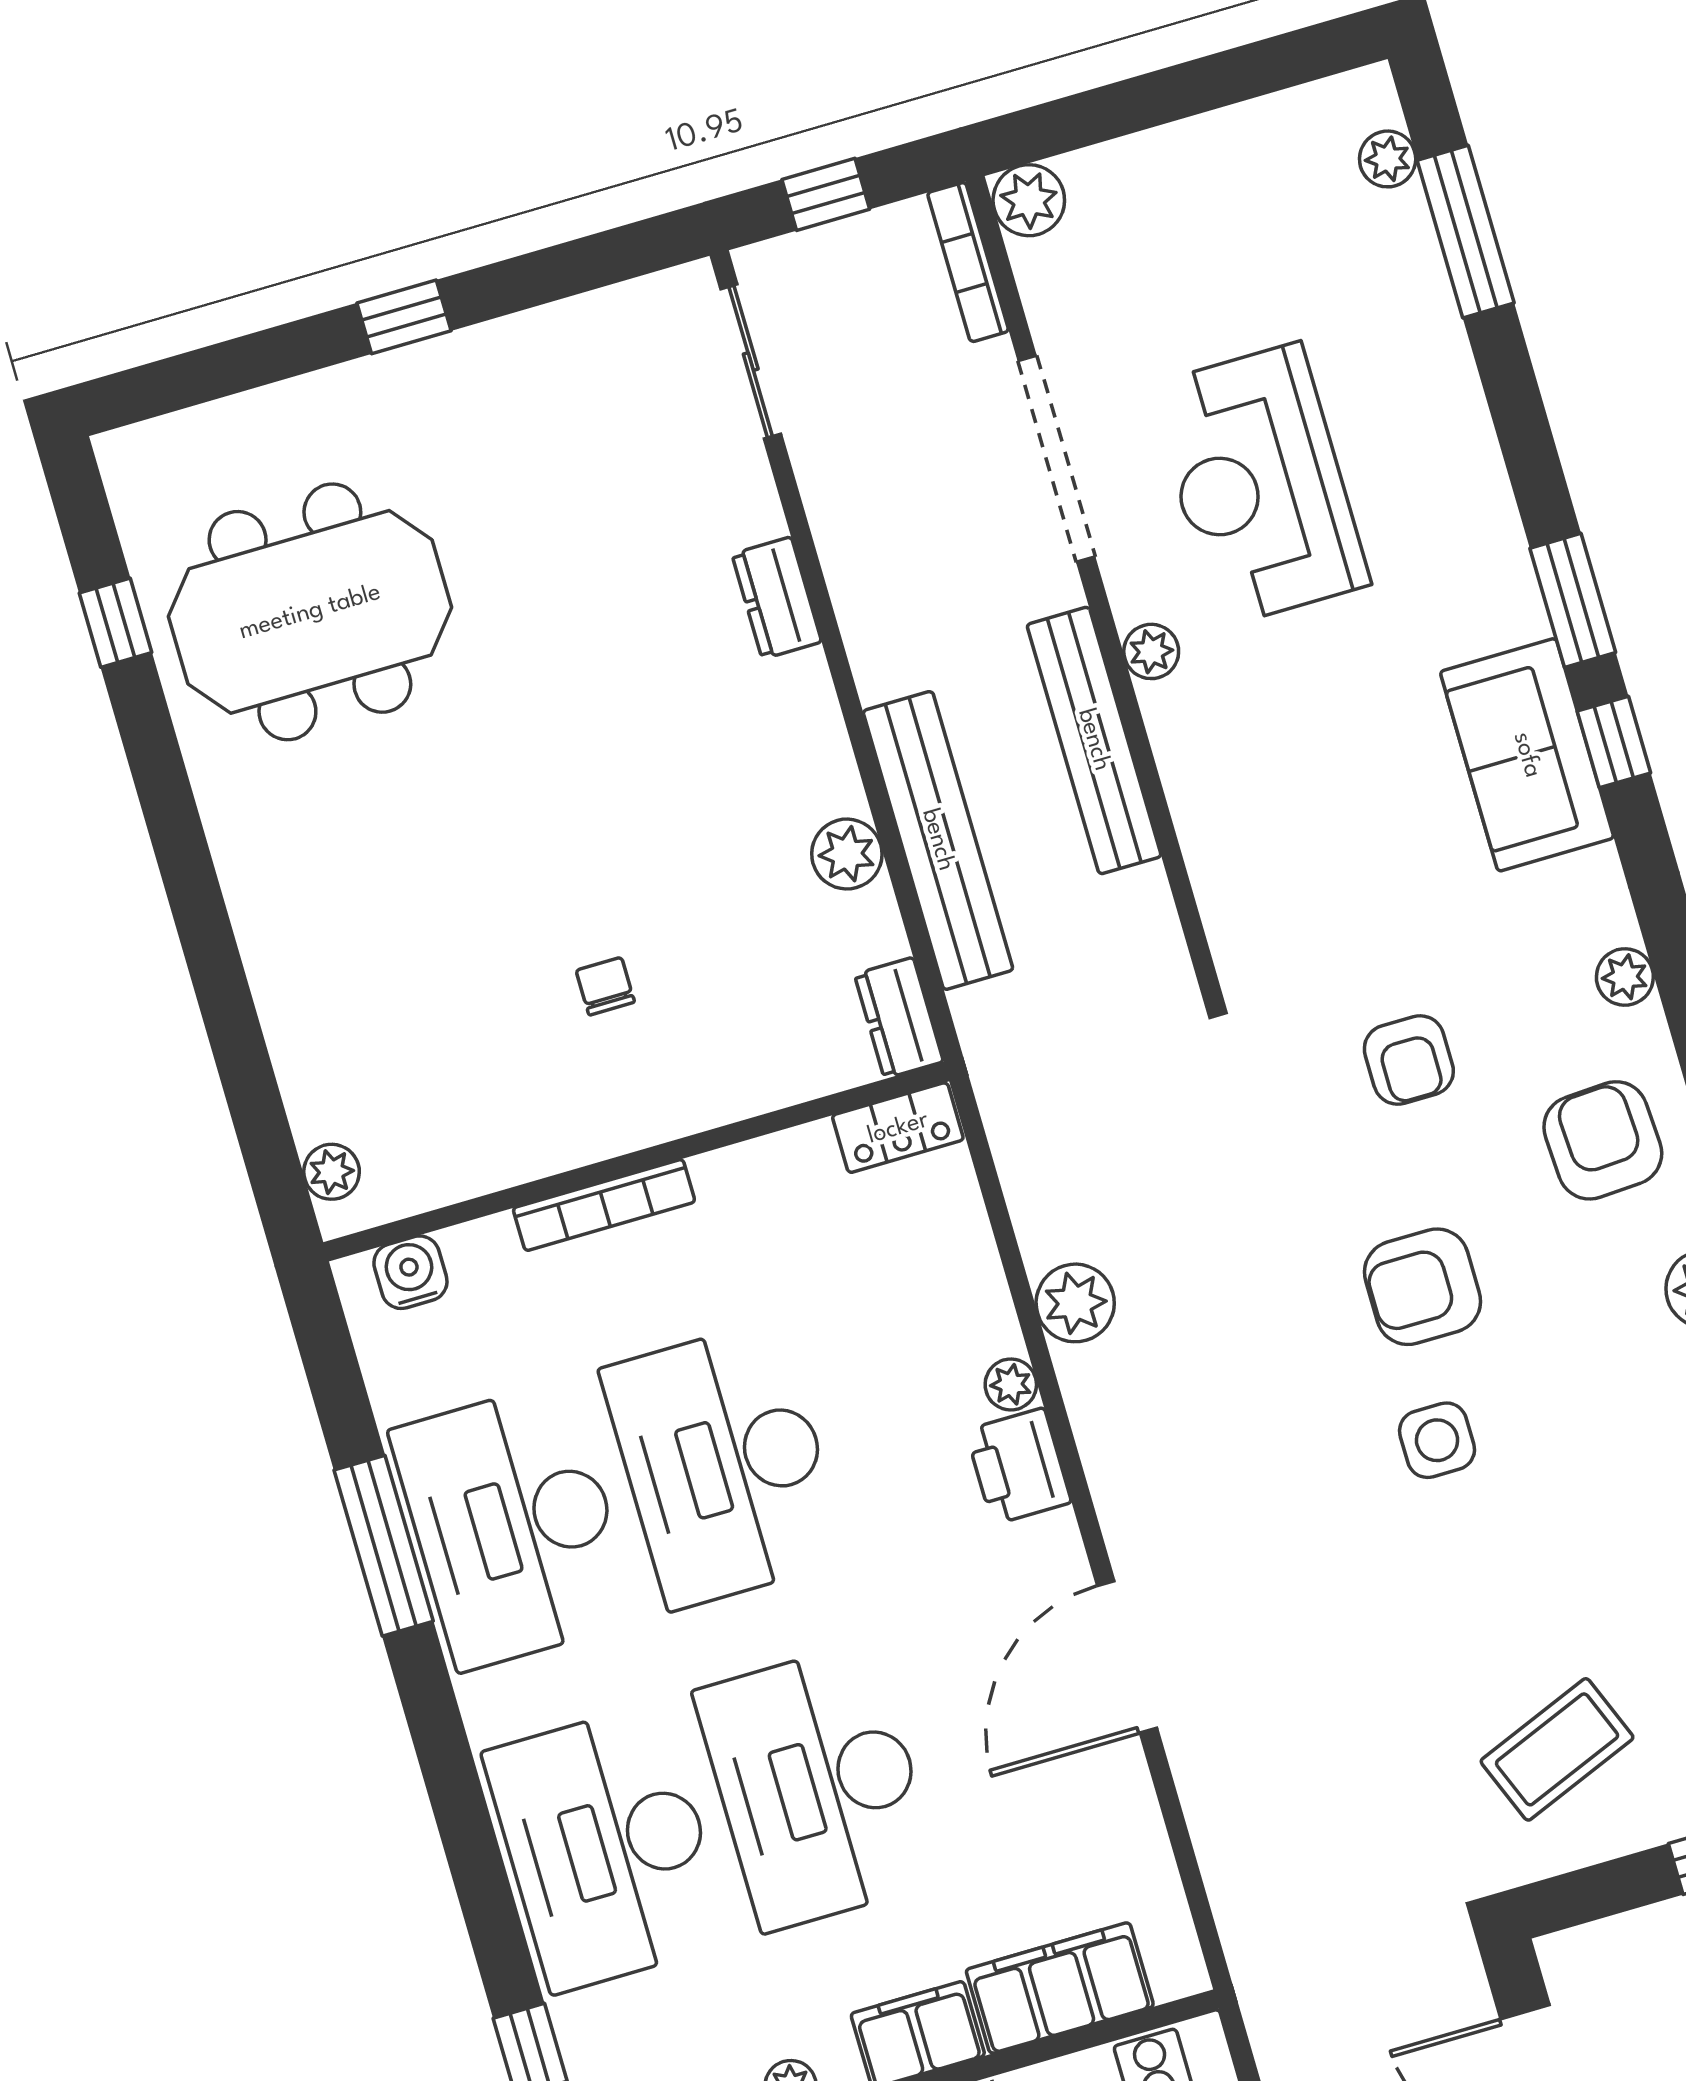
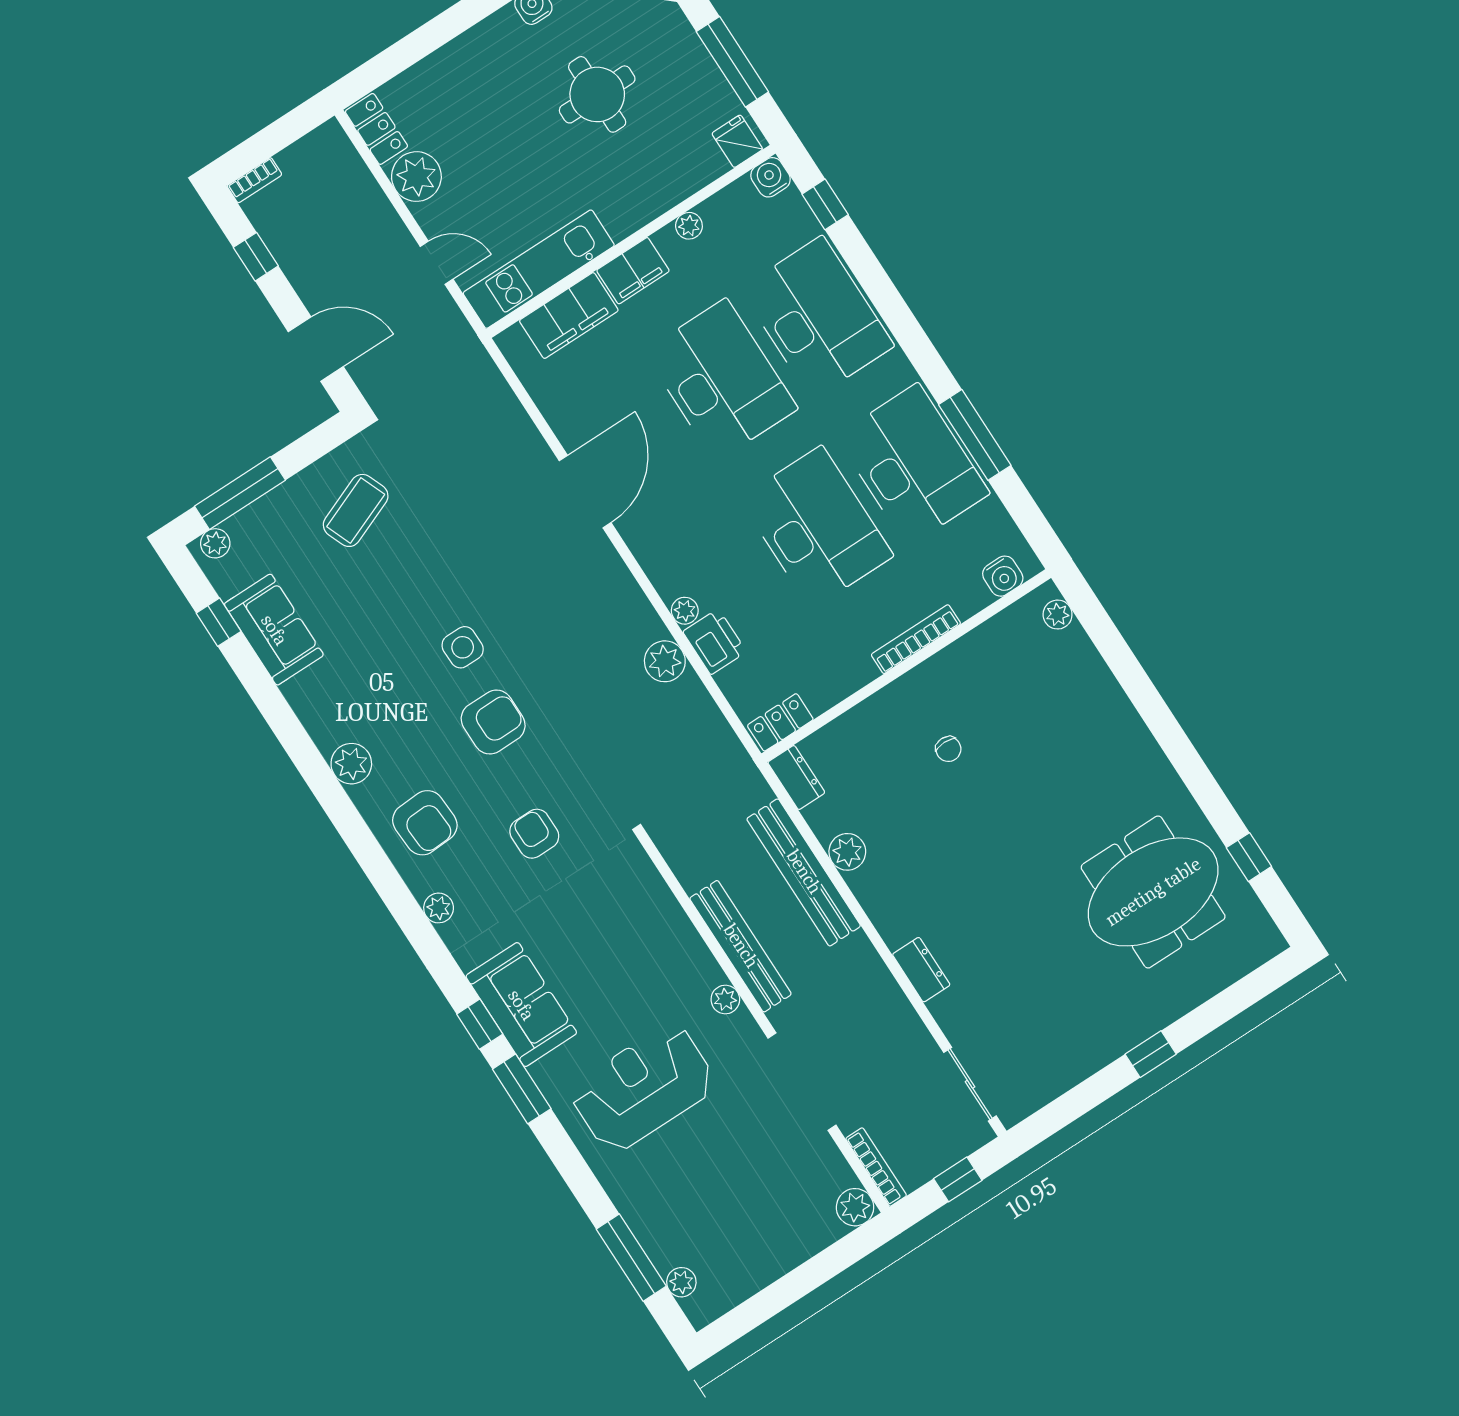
reception desk: (1260, 485) -> (643, 1088), moved, turned -90
printer: (1018, 1466) -> (715, 642), moved

